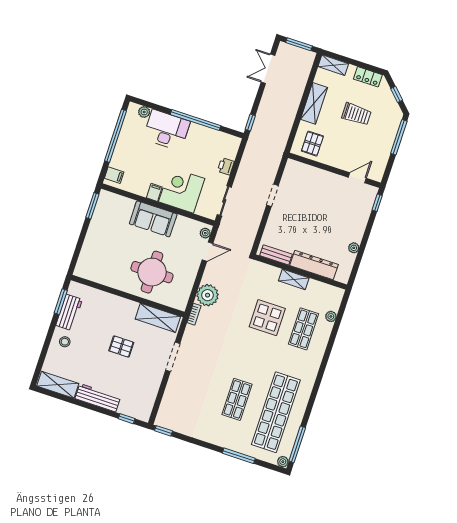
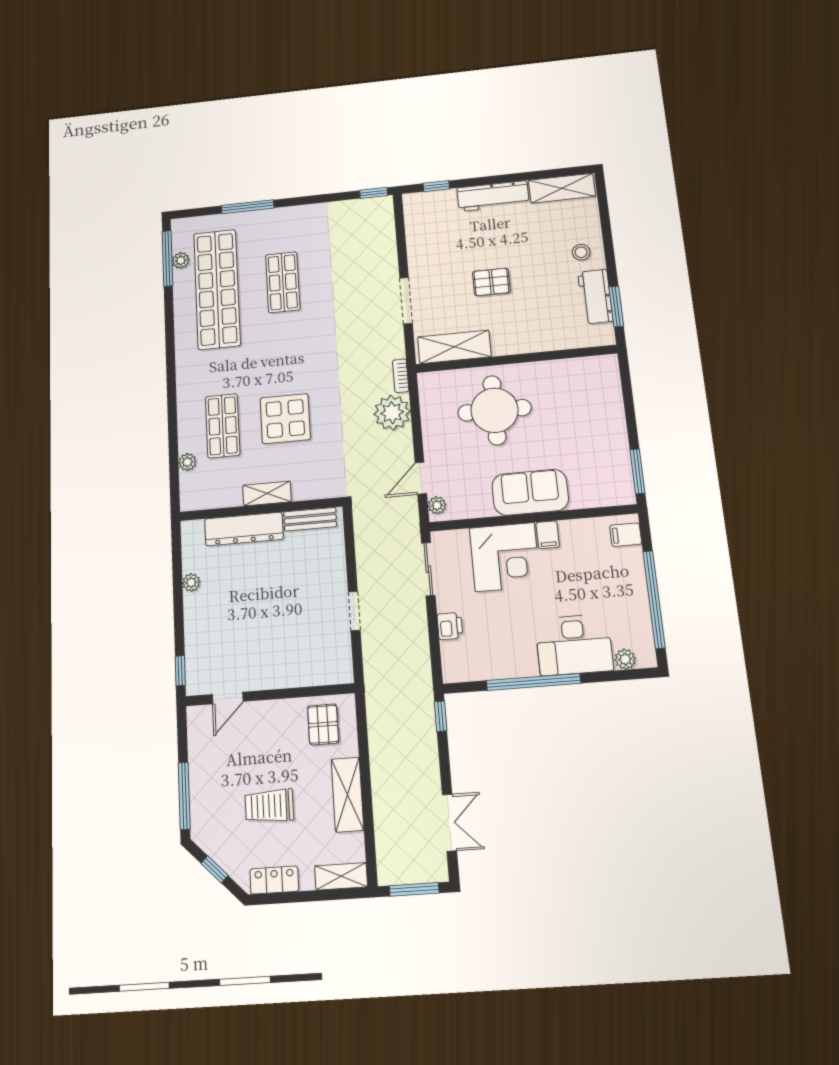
plant: (283, 462) -> (181, 260), moved

